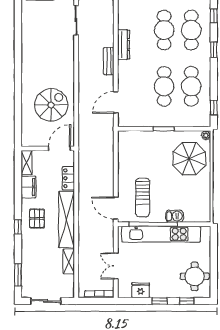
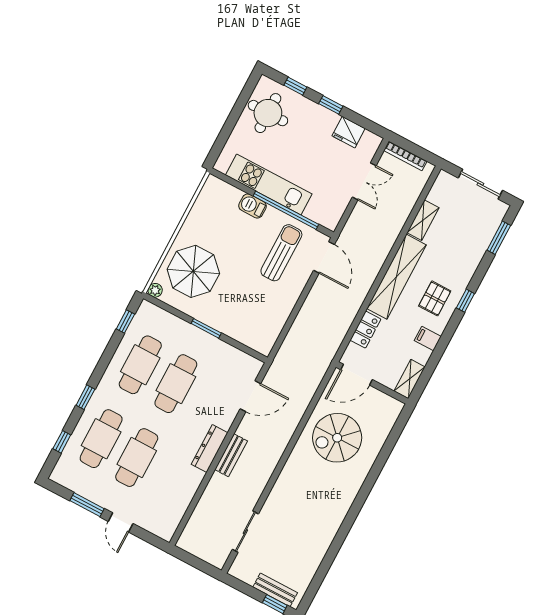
dresser: (124, 45) -> (210, 449), moved
filing cabinet: (28, 187) -> (428, 339), width x0.50
kitchen unit: (161, 234) -> (269, 184), width x0.73

